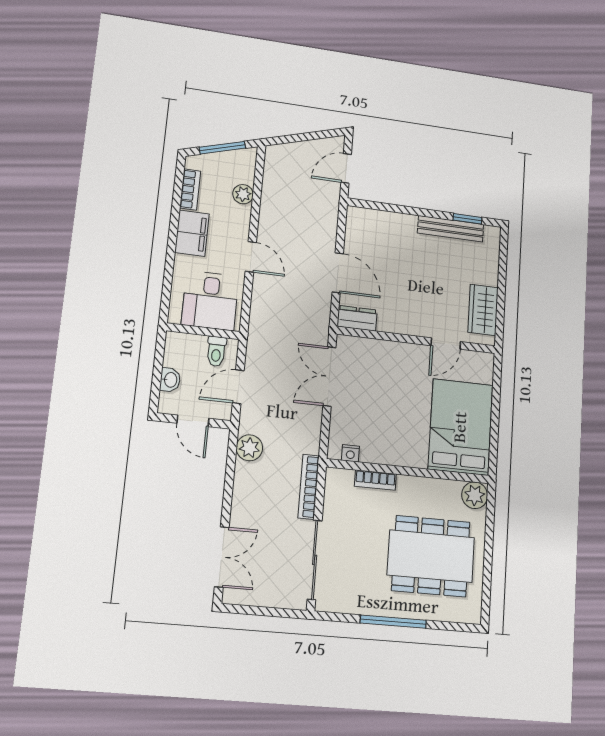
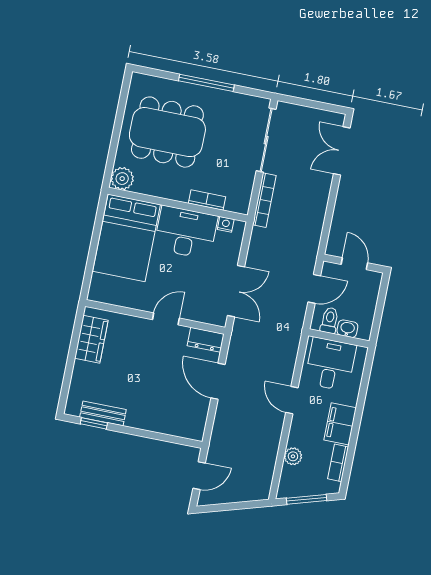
bench: (451, 229) -> (103, 413), width x0.73
door: (446, 344) -> (166, 319), moved
washbasin: (170, 380) -> (347, 329), moved, turned 90
desk: (395, 440) -> (186, 232), added
plant: (249, 448) -> (310, 237), removed

